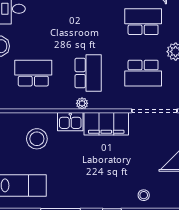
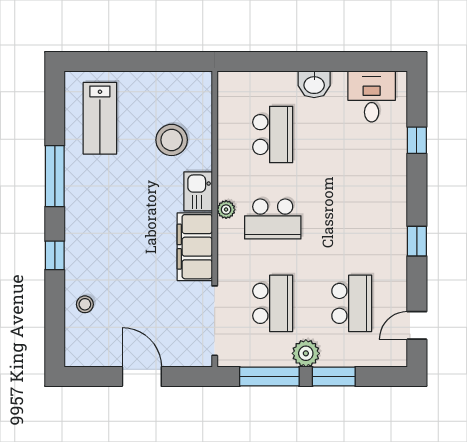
school desk: (143, 73) -> (273, 303), turned 180

